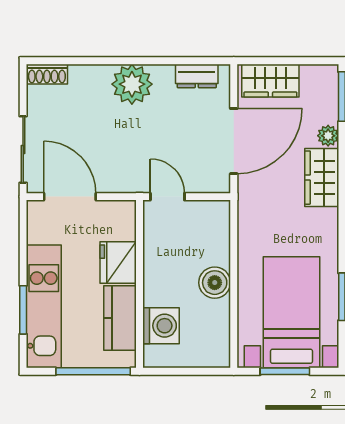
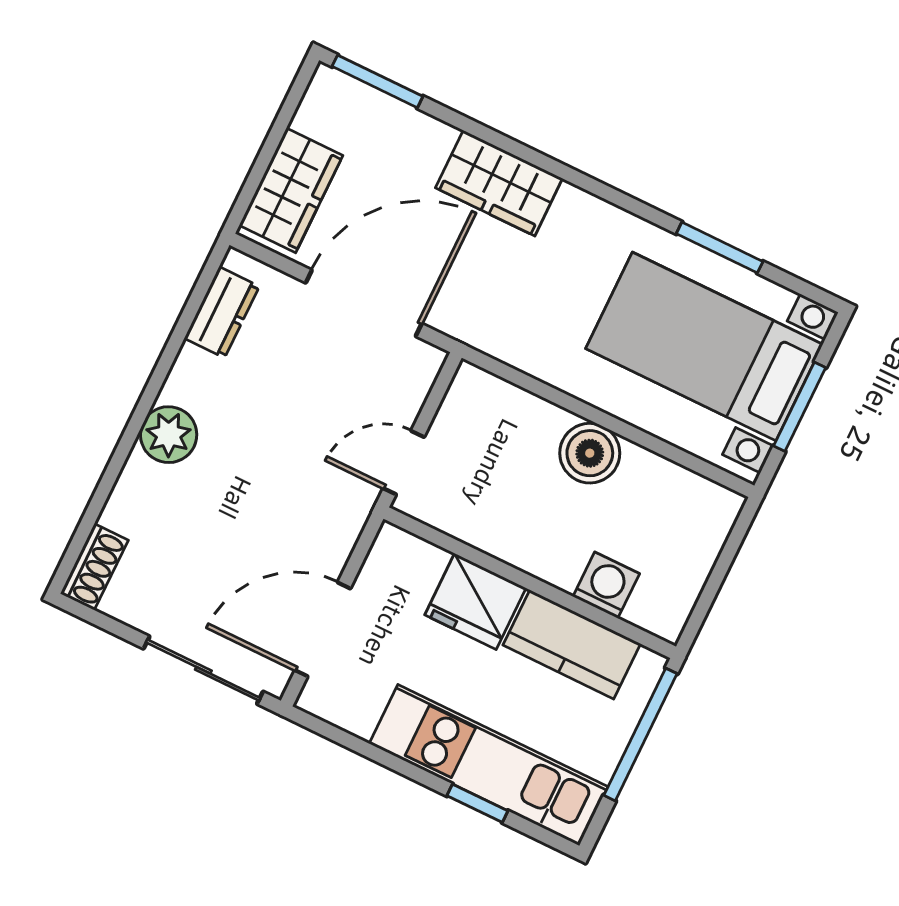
plant: (132, 84) -> (169, 435), width x0.73, depth x0.73
plant: (328, 136) -> (433, 138), removed
door: (234, 141) -> (364, 303), hinge flipped
window: (23, 310) -> (477, 803), width x0.67
washing machine: (161, 326) -> (606, 585), width x0.73, depth x0.73

